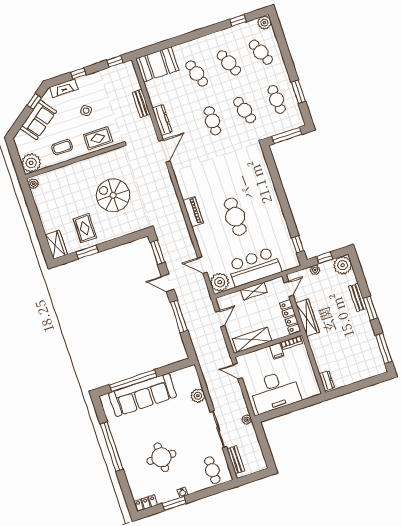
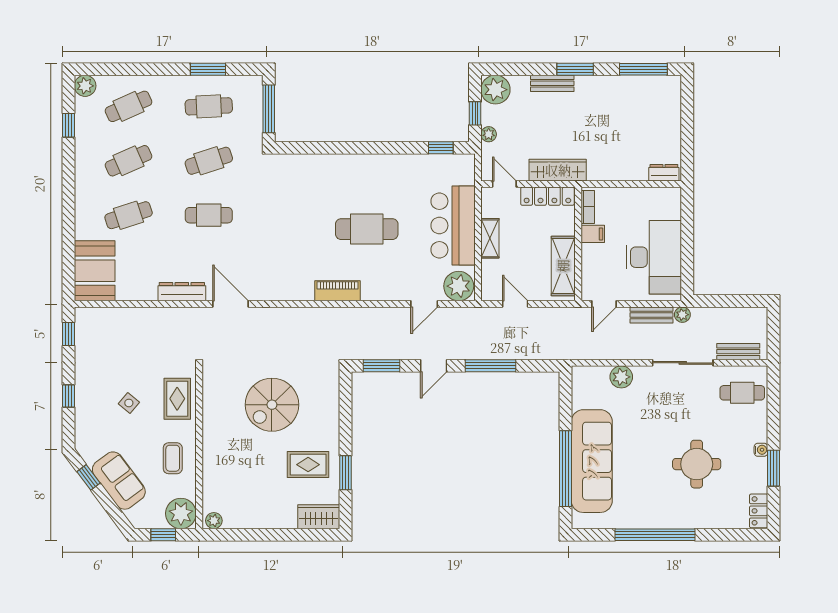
fireplace: (64, 88) -> (83, 426), removed
bench: (141, 103) -> (651, 315), moved
window: (15, 157) -> (163, 535), added

